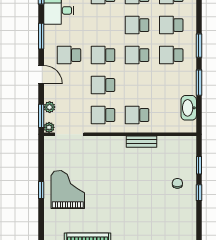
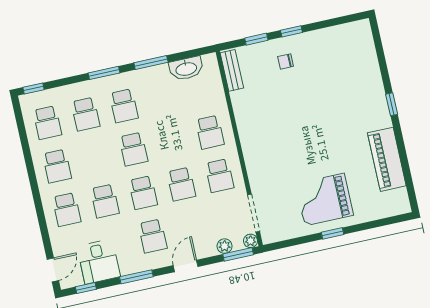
school desk: (137, 25) -> (105, 201), moved
bench: (142, 142) -> (232, 70), moved

